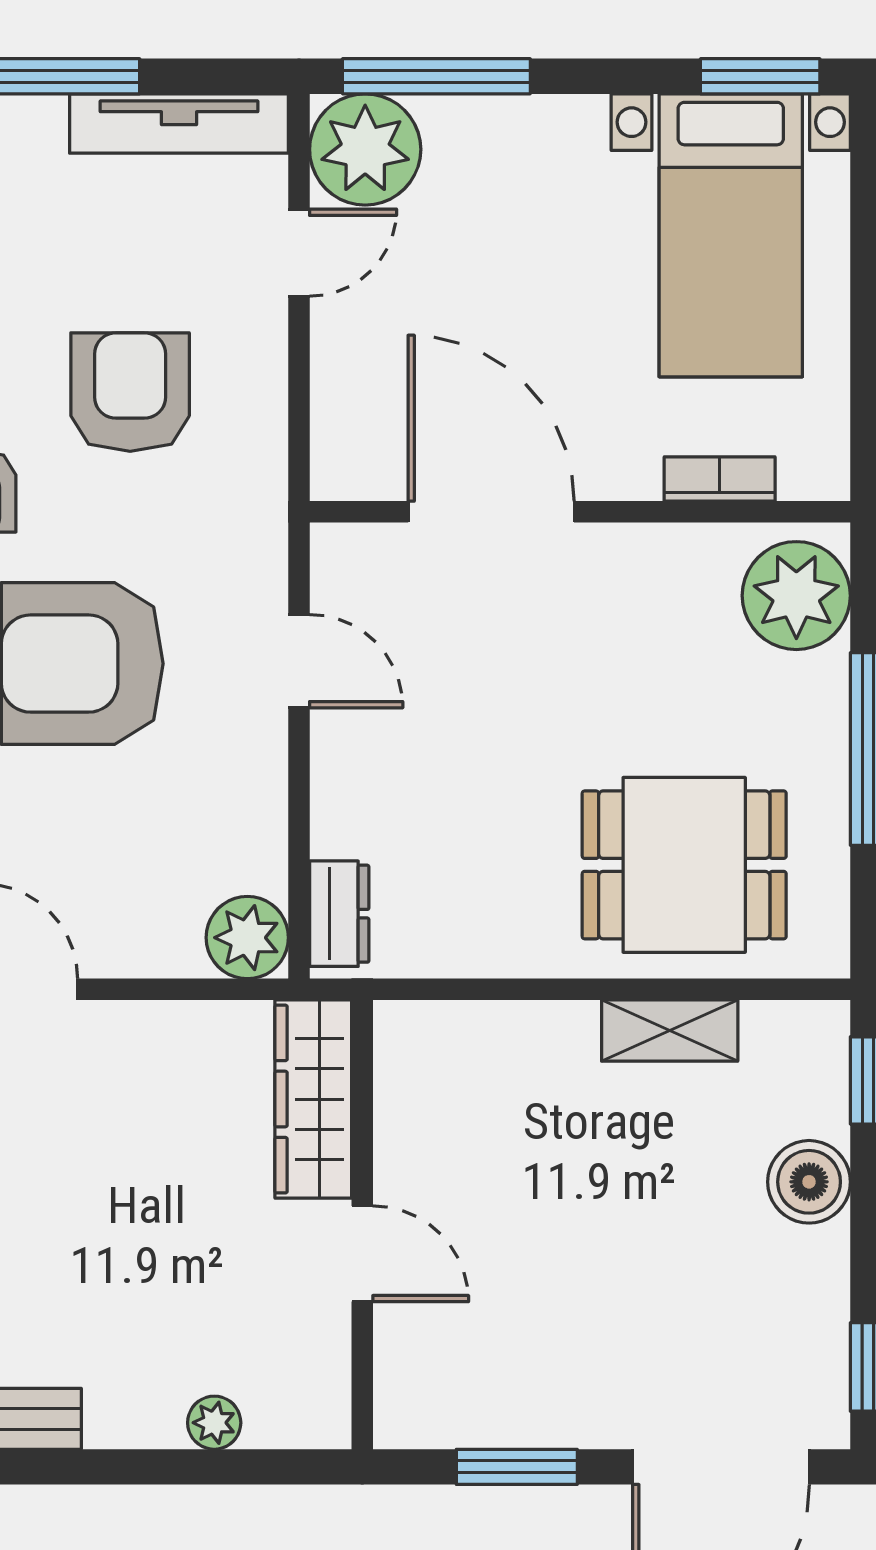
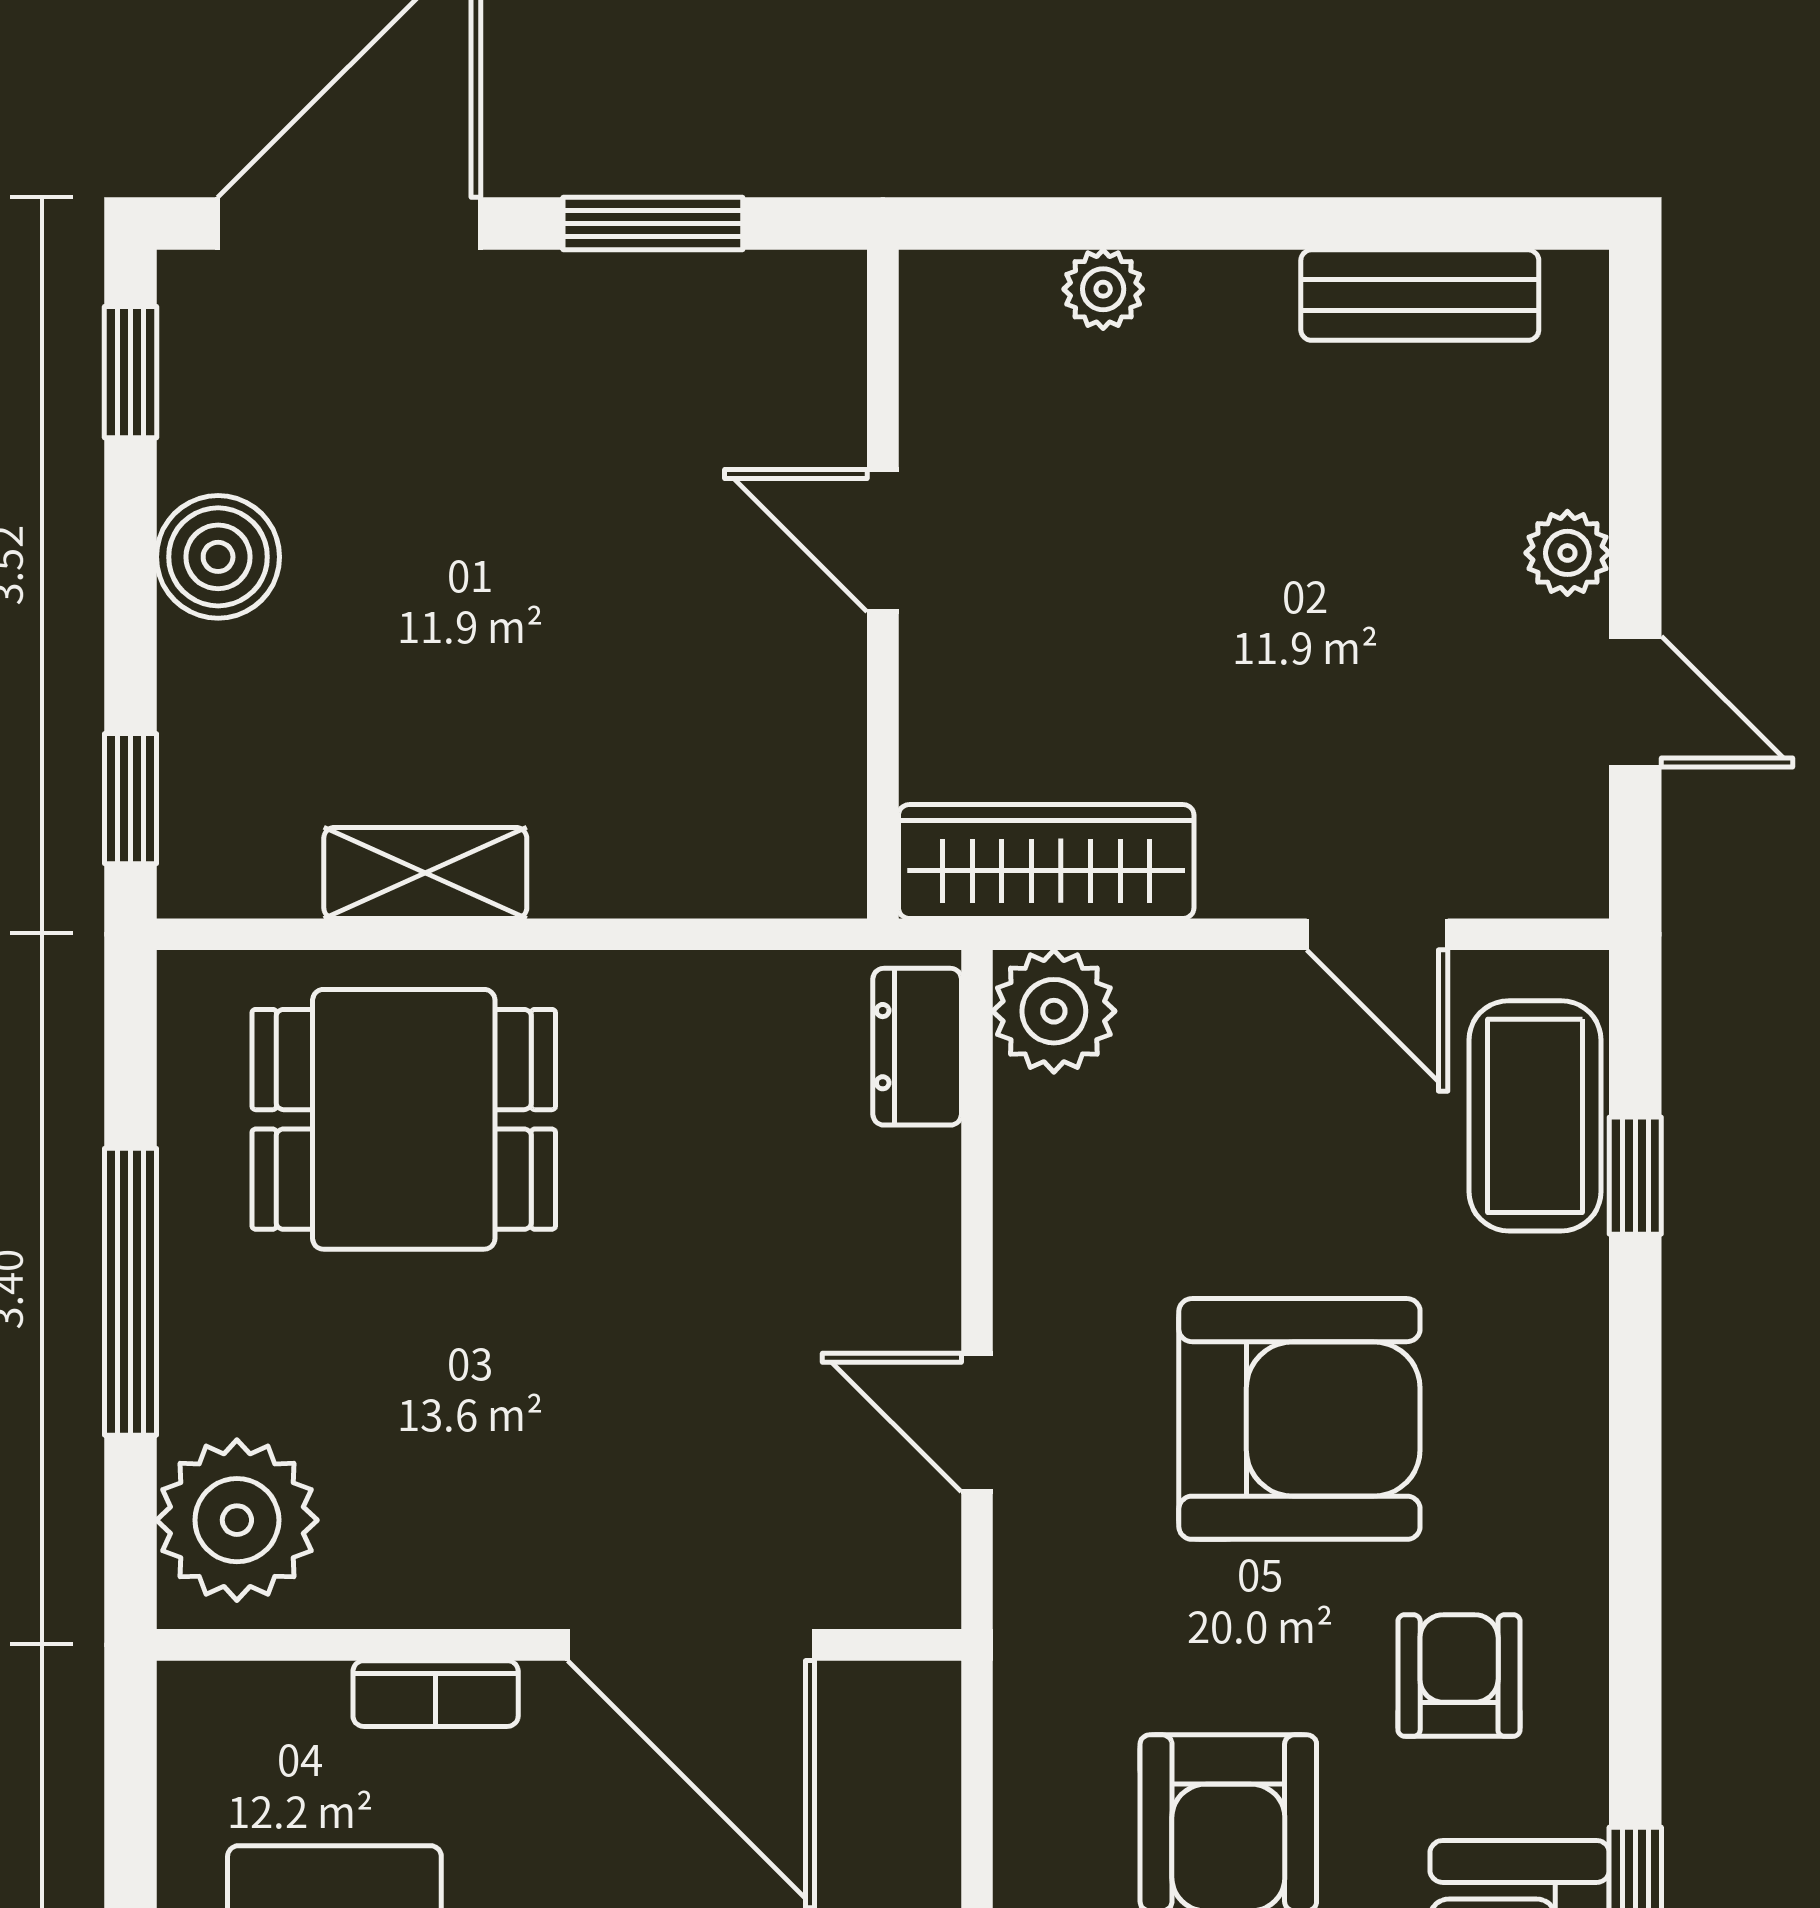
bookcase: (720, 479) -> (436, 1694), moved
wardrobe: (313, 1099) -> (1046, 861), moved, turned -90
boiler: (809, 1182) -> (218, 557), moved

